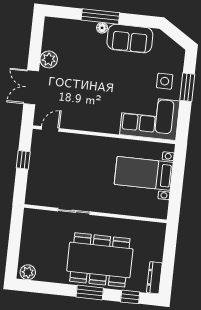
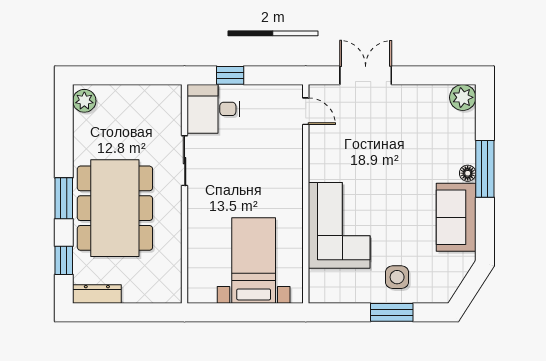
plant: (49, 59) -> (463, 97), moved
corner sofa: (150, 118) -> (339, 225), moved
window: (23, 160) -> (230, 75), moved
desk: (42, 189) -> (214, 109), added

